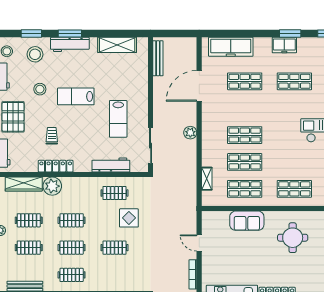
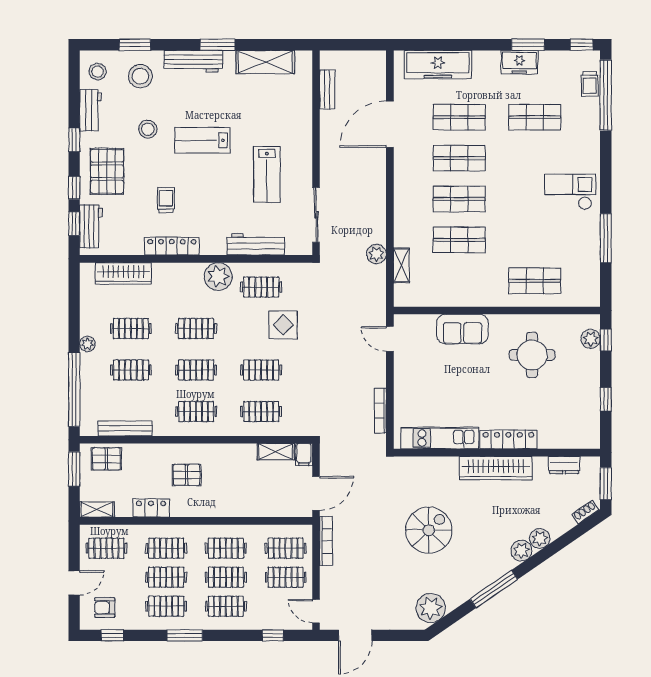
window: (70, 34) -> (218, 45), moved
bench: (158, 58) -> (327, 89), width x0.73
plant: (190, 133) -> (376, 254), moved
plant: (52, 186) -> (218, 276), moved
shop shelf: (245, 189) -> (459, 158), moved
door: (199, 243) -> (390, 339), moved
clothes rail: (114, 275) -> (261, 411), added

